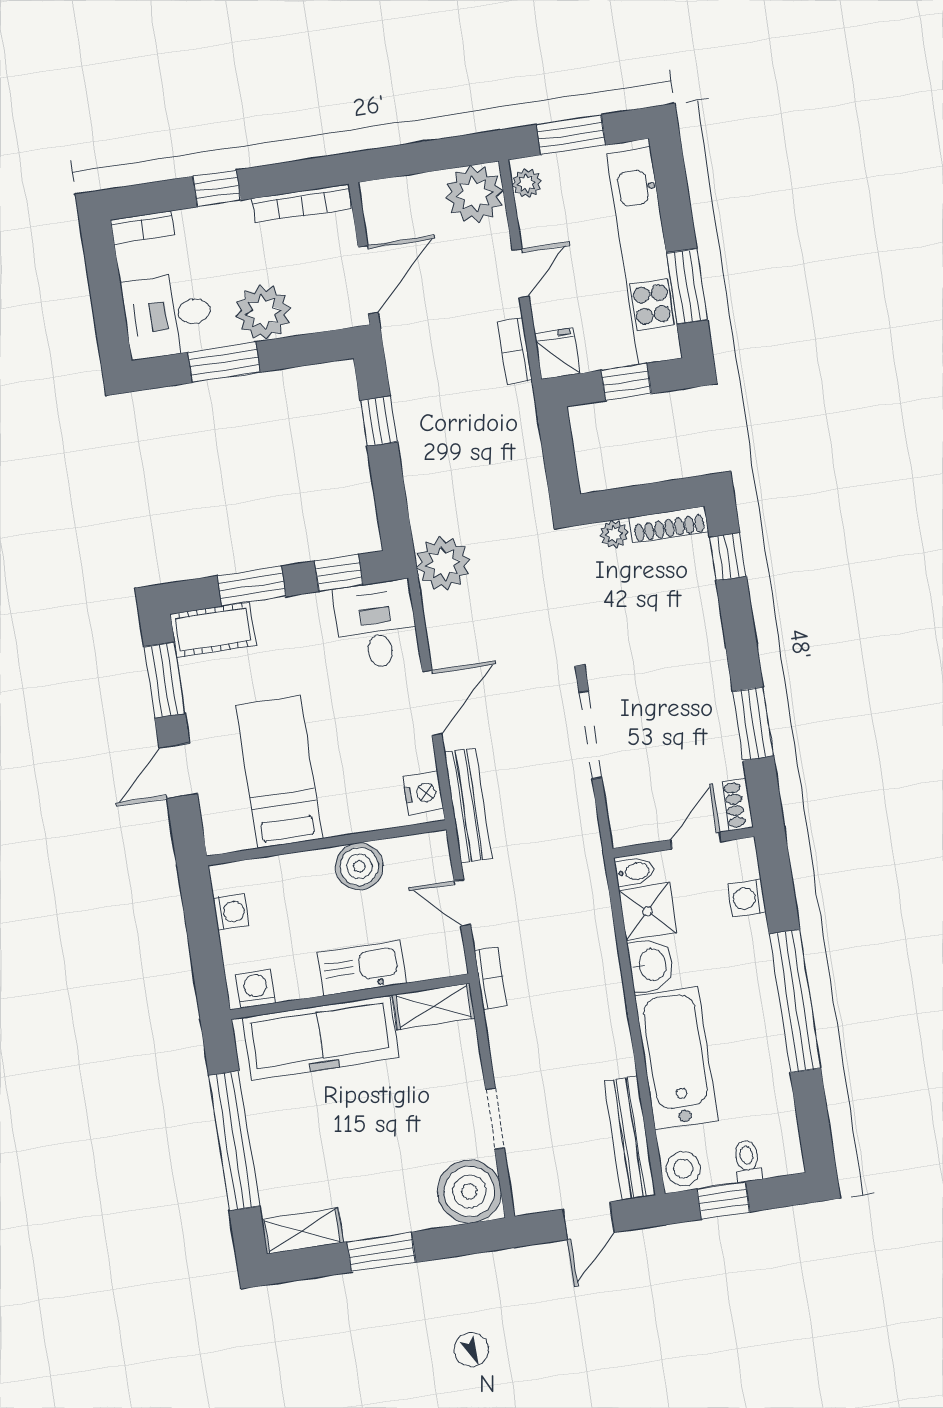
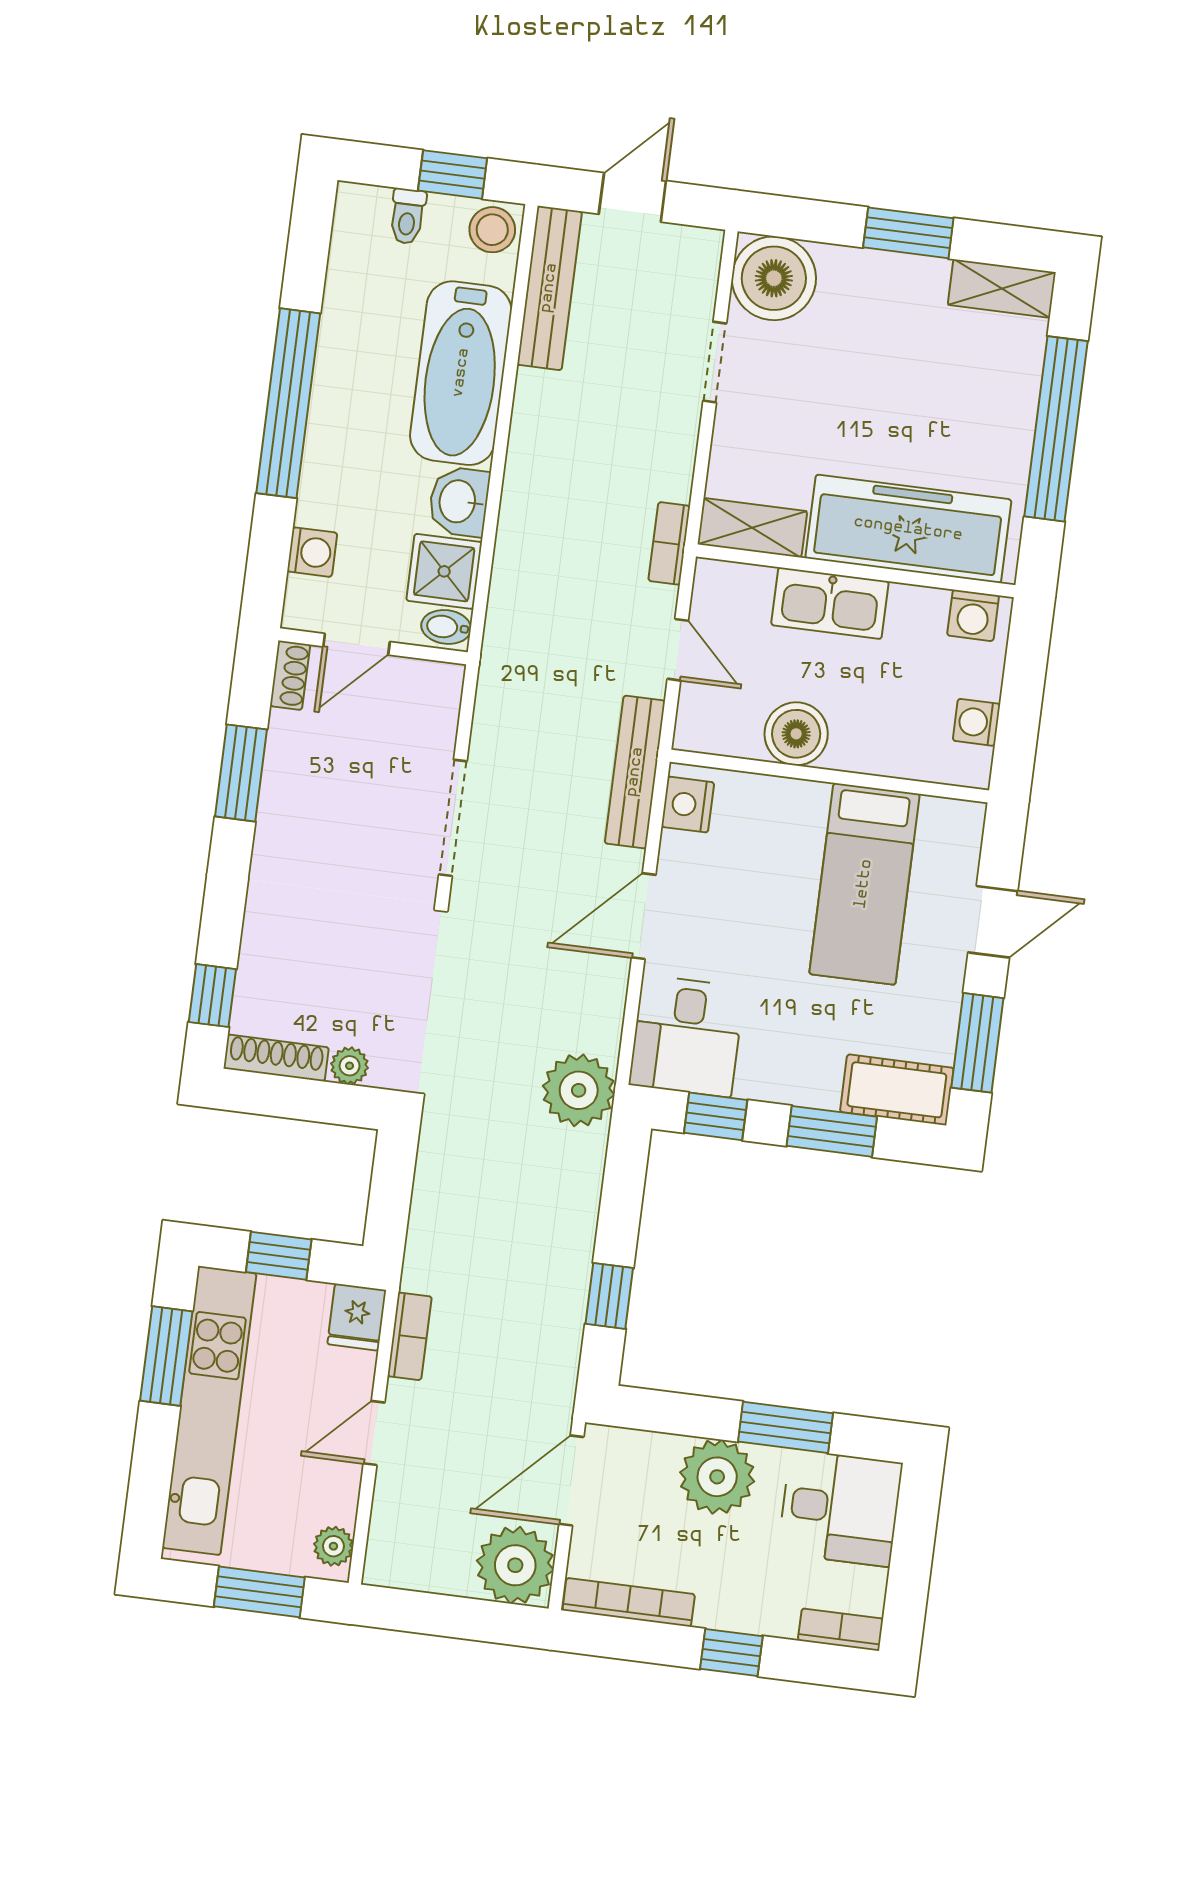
plant: (474, 194) -> (515, 1565), moved

